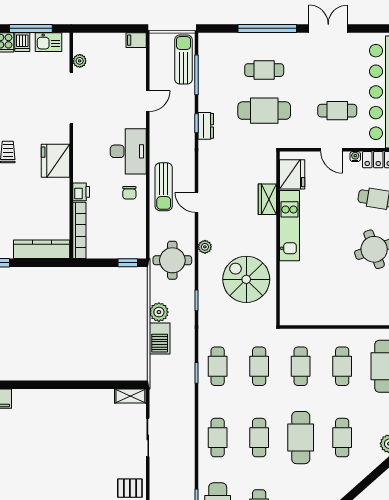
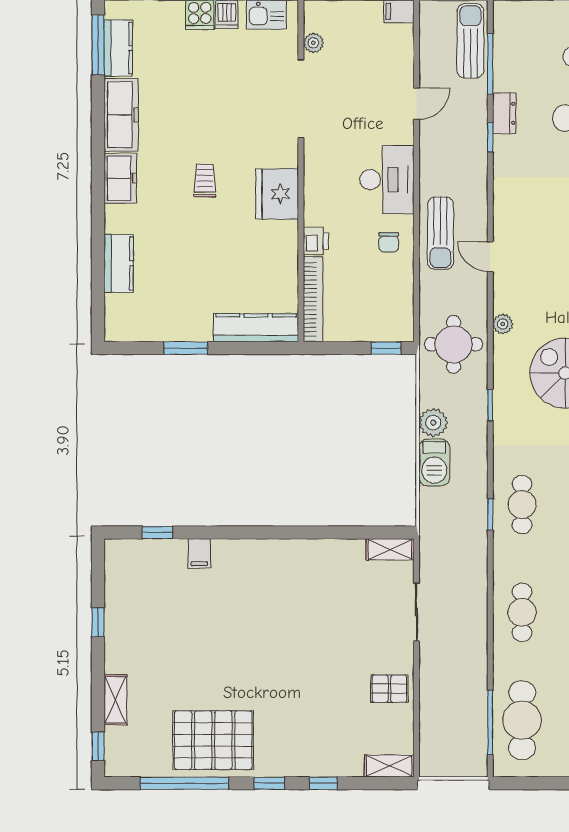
dresser: (206, 126) -> (504, 113), moved

